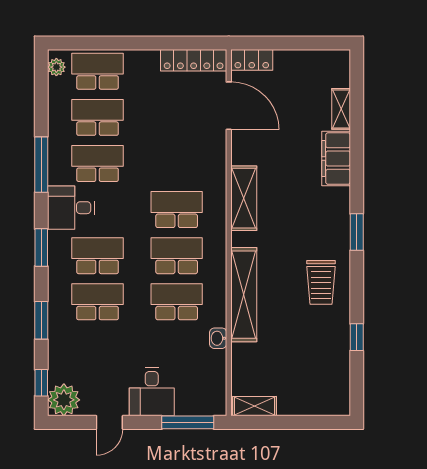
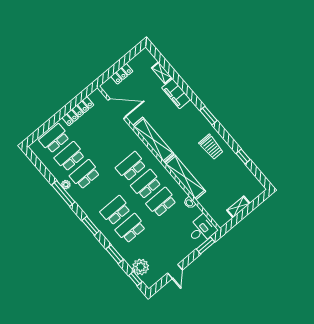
locker: (194, 60) -> (78, 111), moved
locker: (252, 60) -> (122, 74), moved
plant: (56, 67) -> (66, 185), moved
shelving: (244, 198) -> (153, 140), width x1.47
desk: (71, 208) -> (89, 200), removed
desk: (152, 392) -> (202, 229), moved, turned -90
plant: (64, 400) -> (141, 267), moved
shelving: (254, 406) -> (238, 207), moved
window: (188, 422) -> (206, 246), width x0.69

